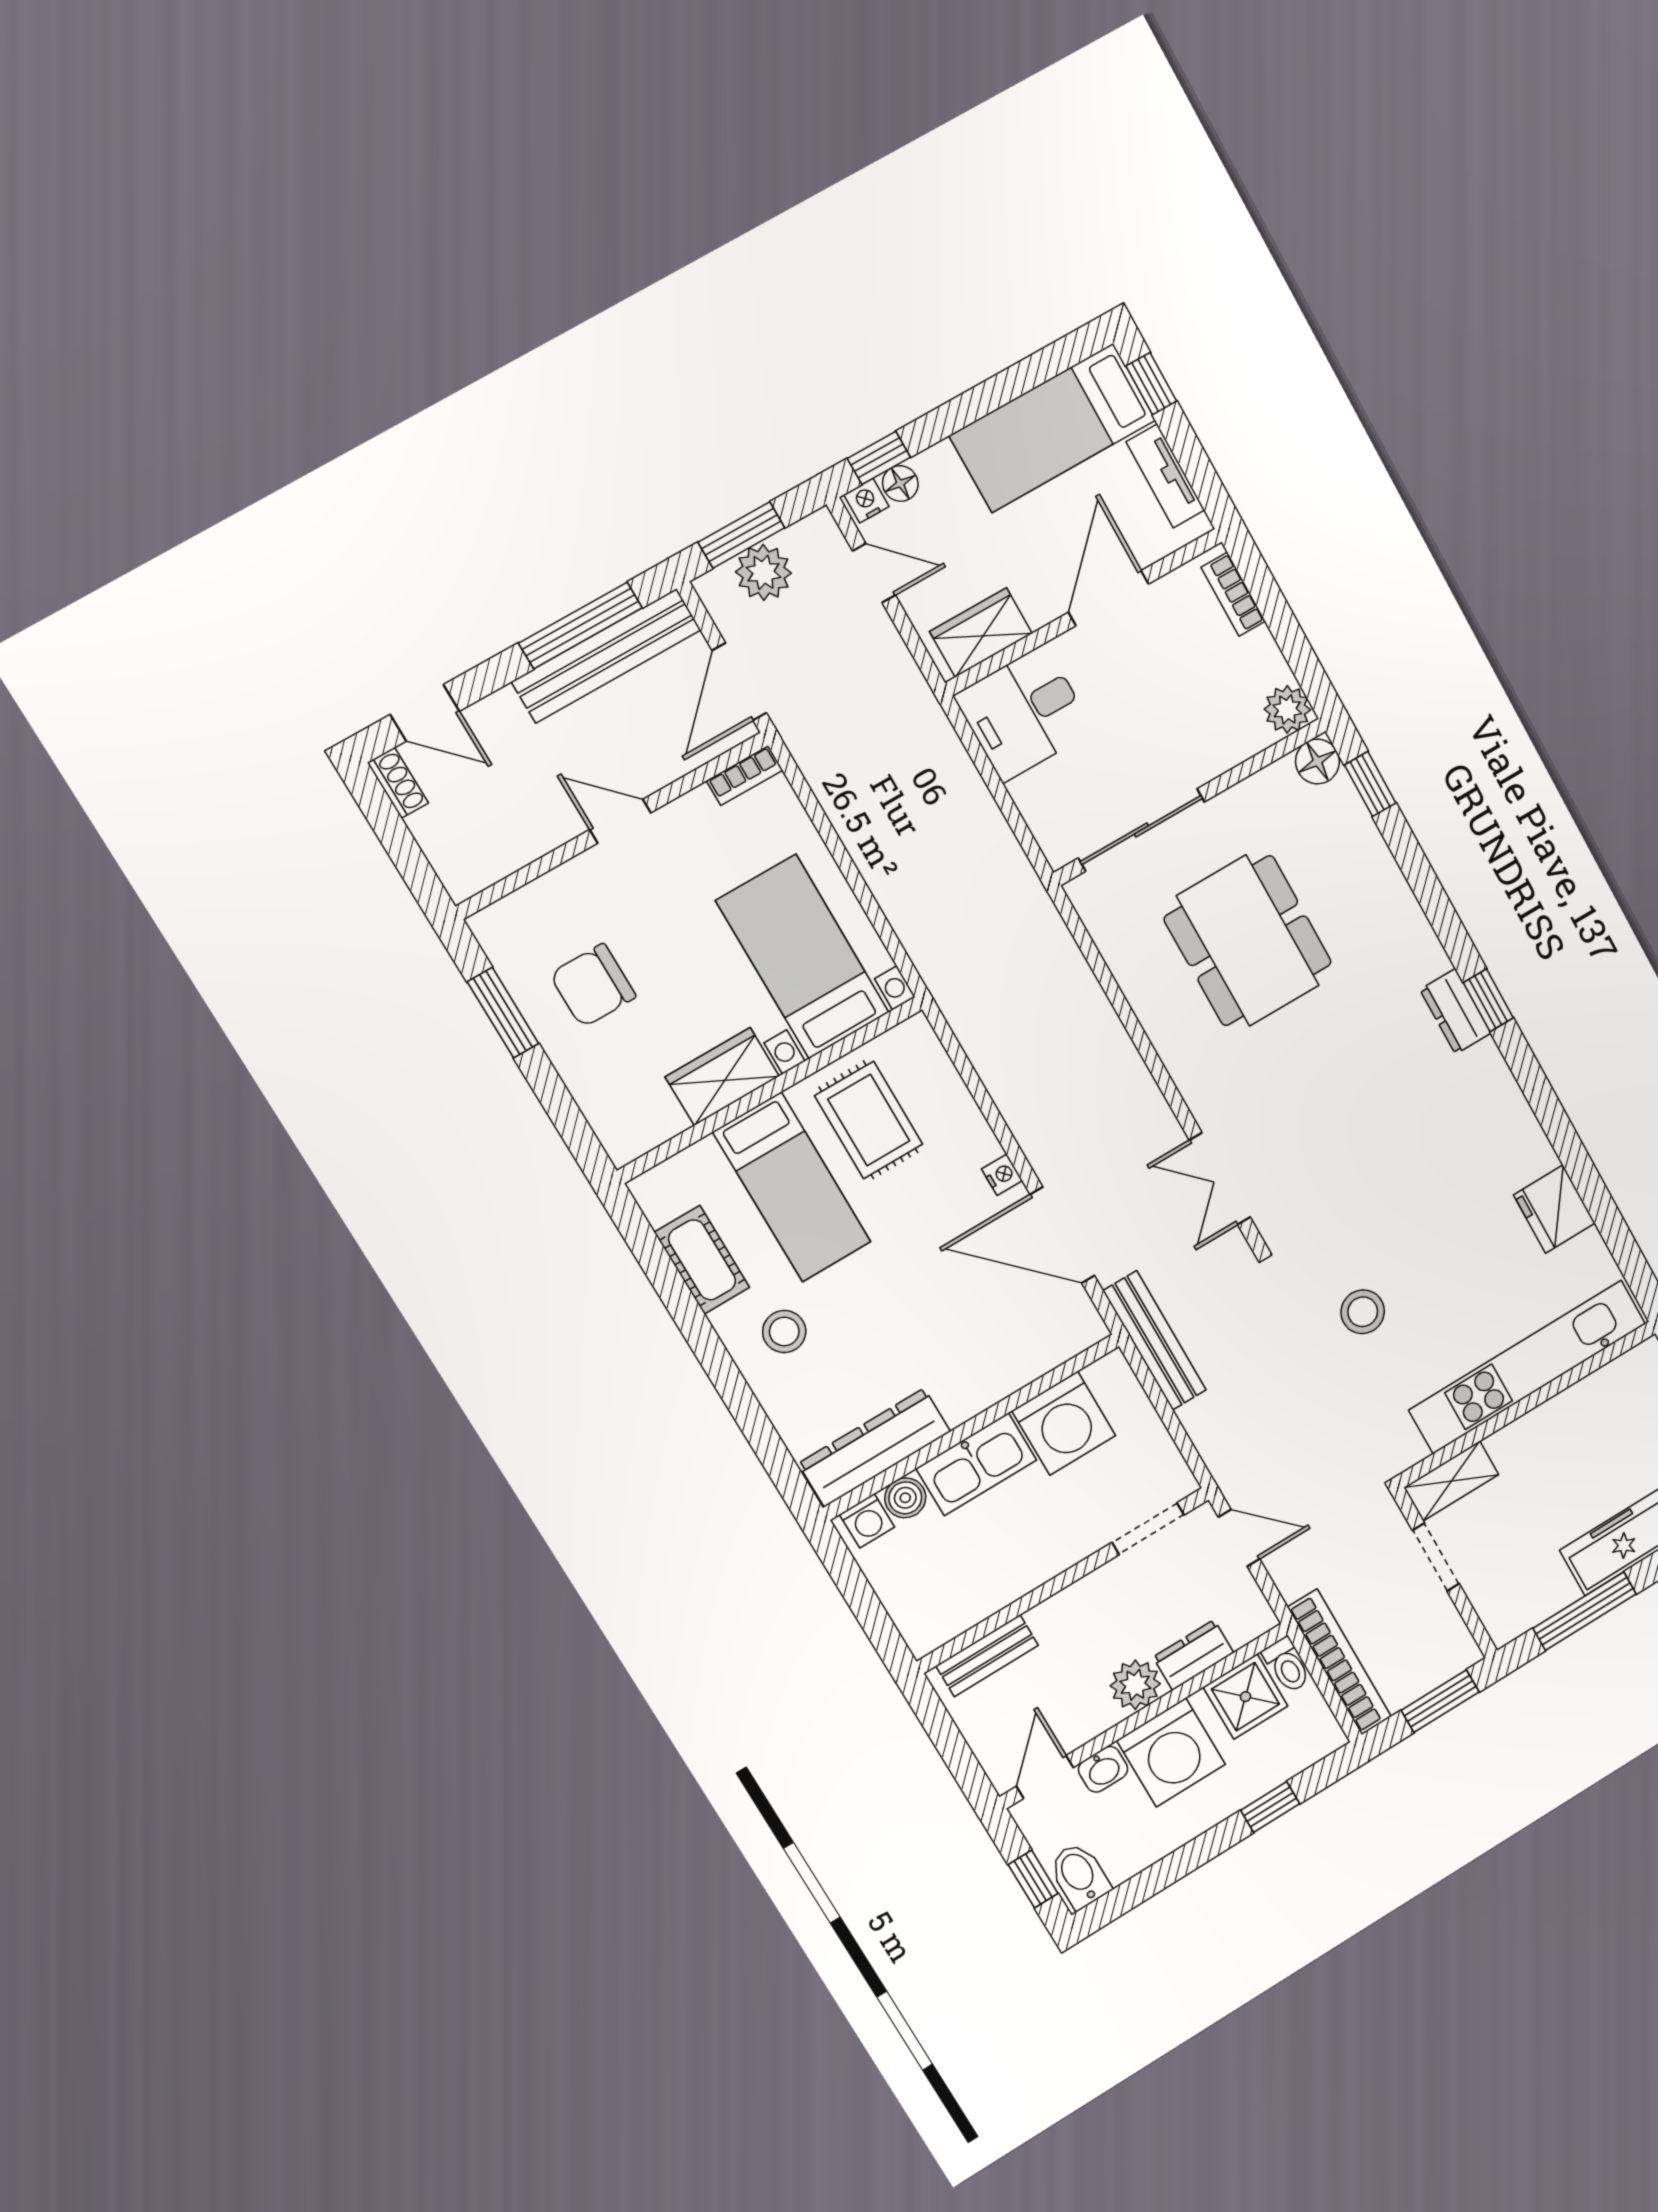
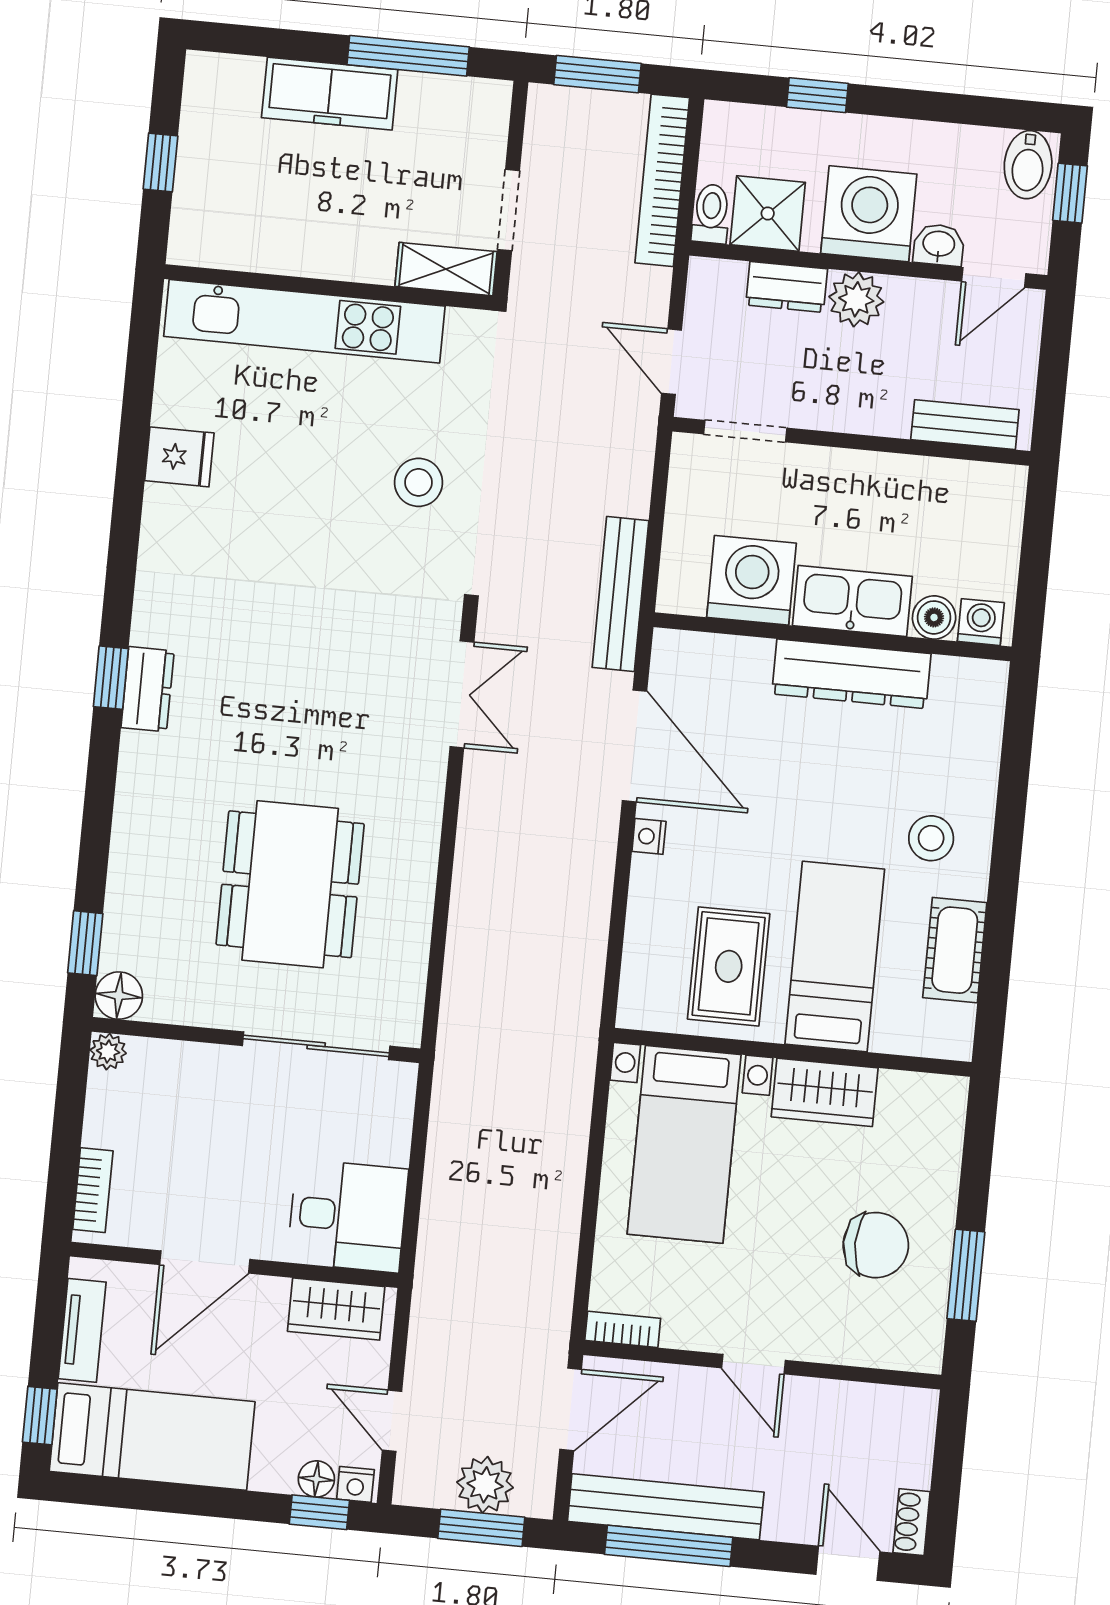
plant: (1287, 709) -> (108, 1052), width x0.73, depth x0.73
fridge: (1554, 1209) -> (179, 457), width x0.72
dresser: (874, 1447) -> (851, 674), moved

